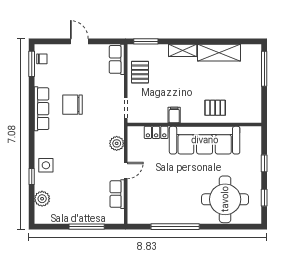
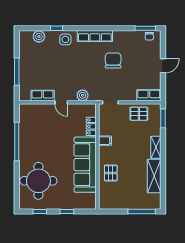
row of seats: (42, 109) -> (95, 36), moved

